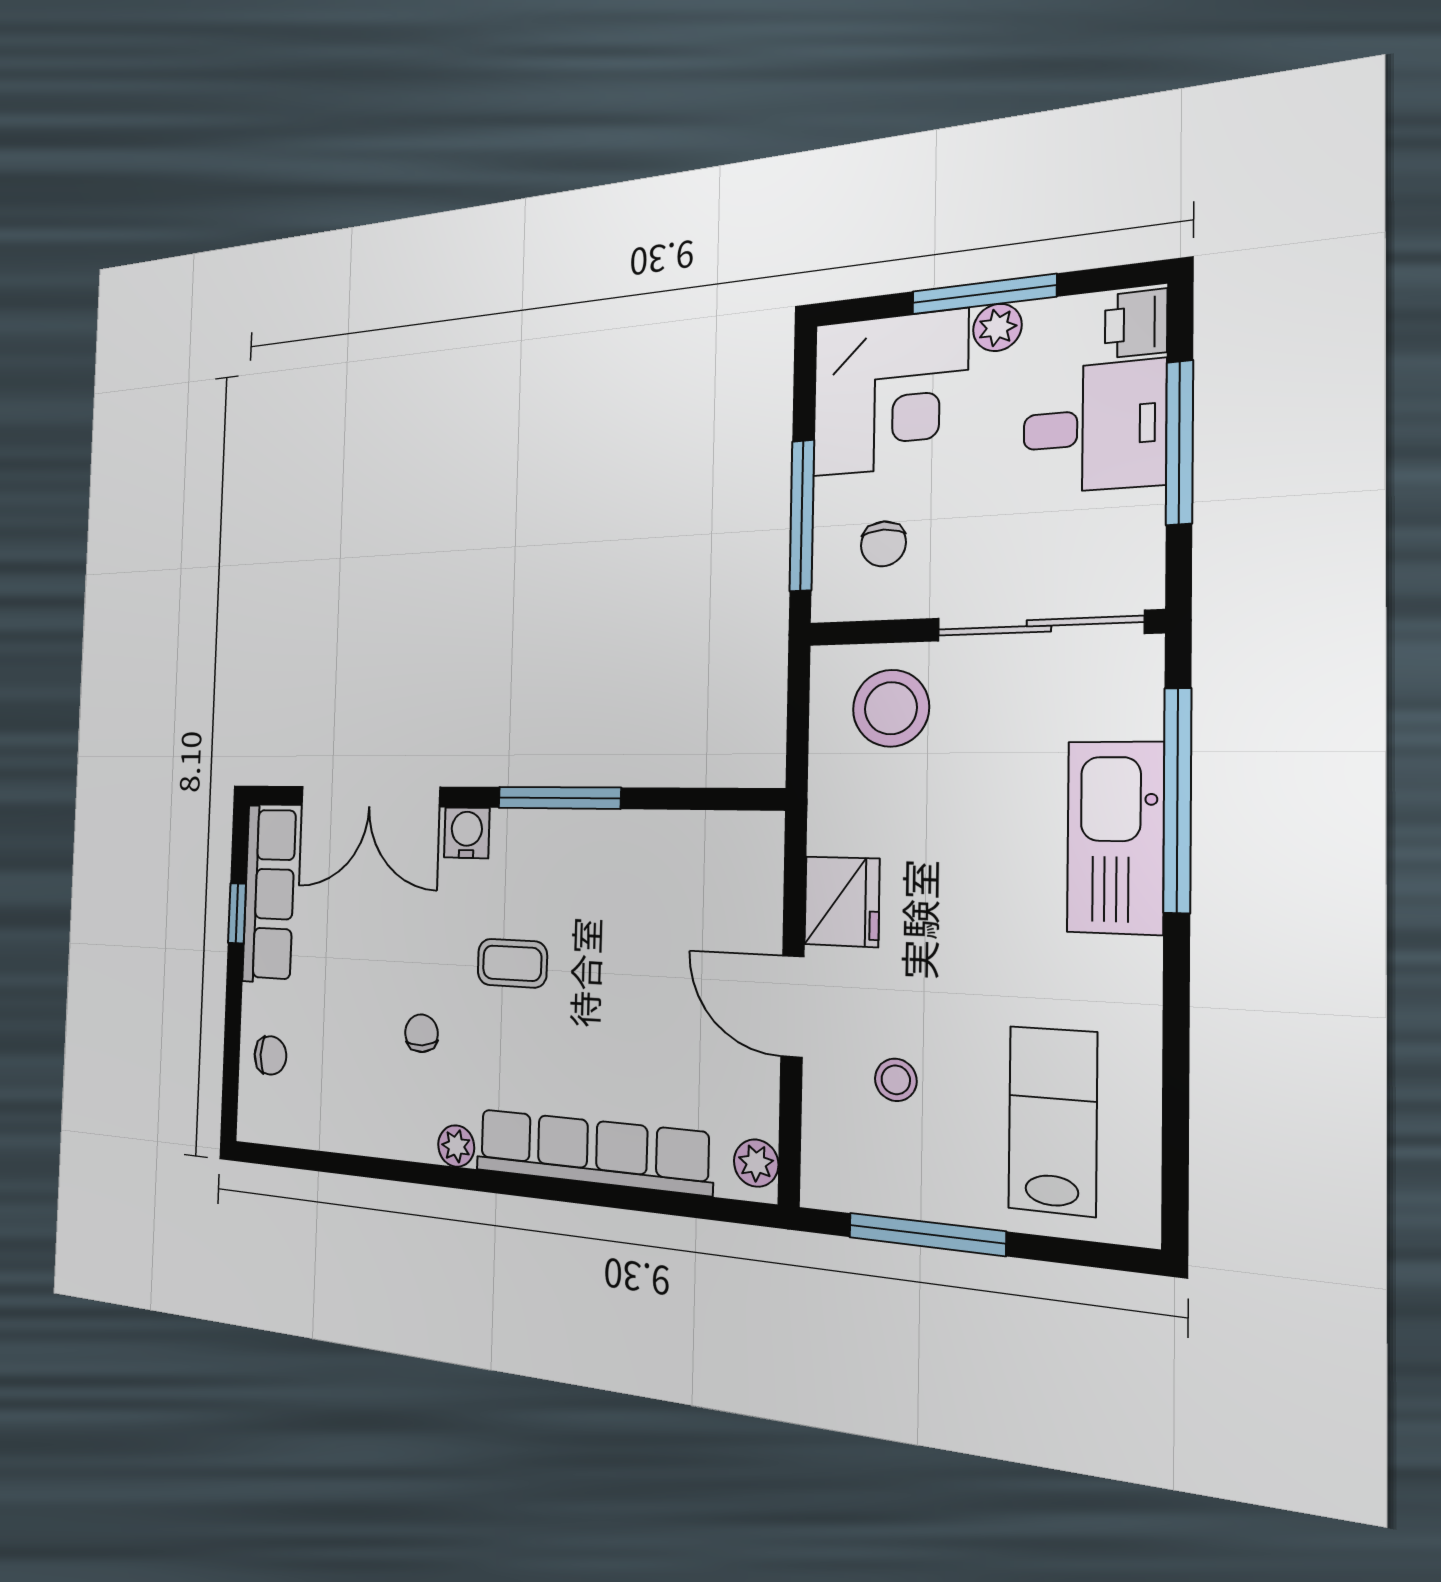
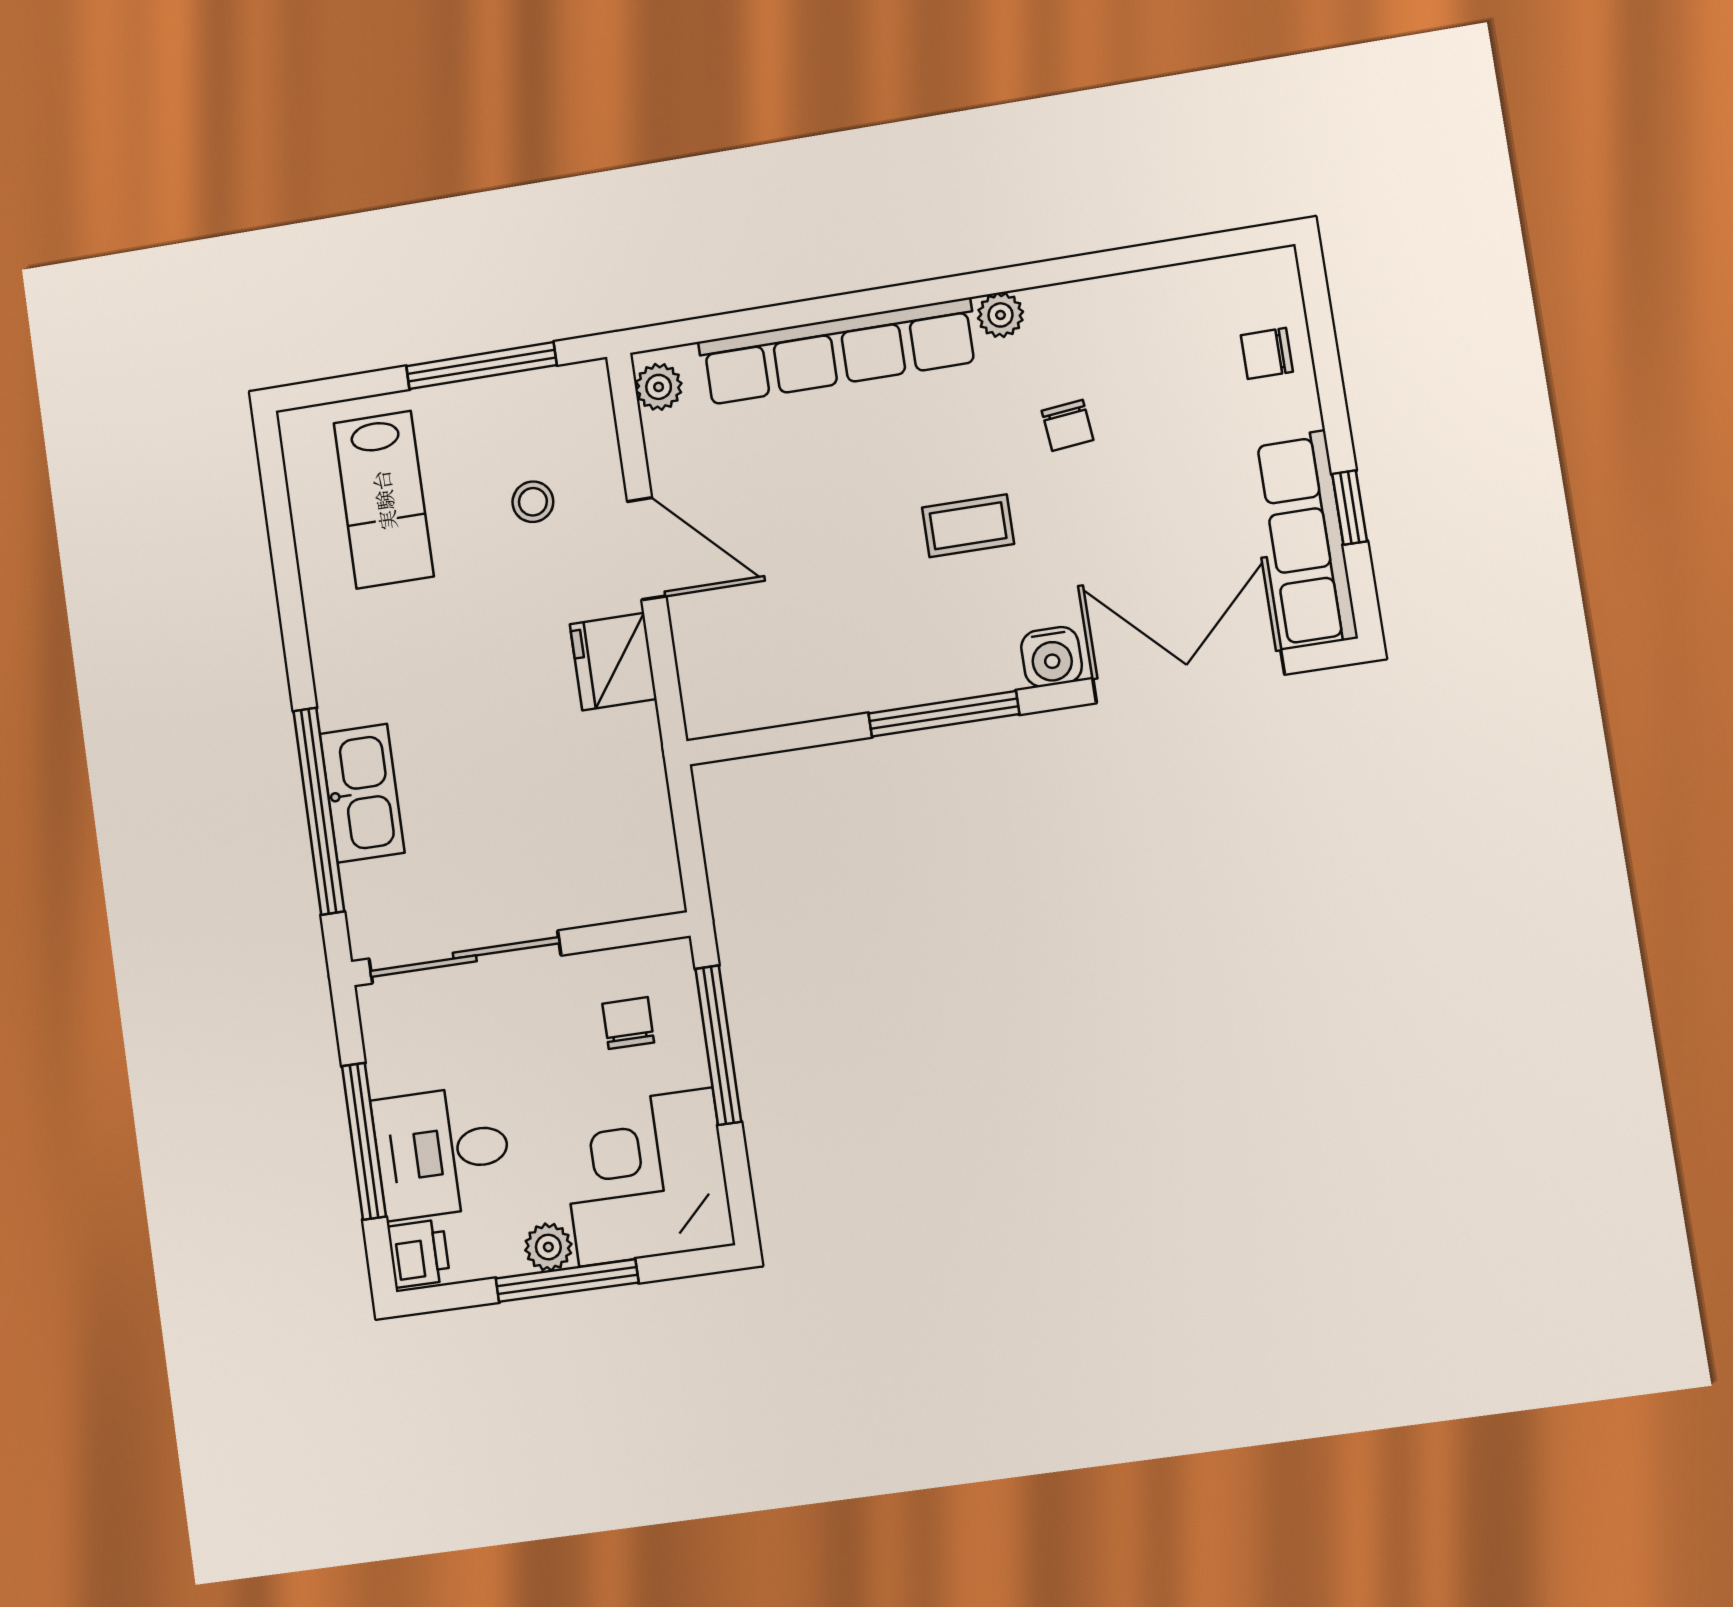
stool: (891, 708) -> (595, 860), removed
kitchen sink: (1115, 837) -> (362, 793), width x0.73, depth x0.81

